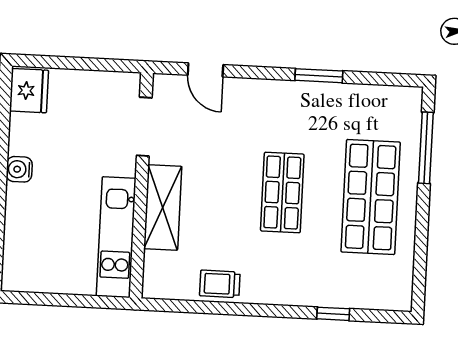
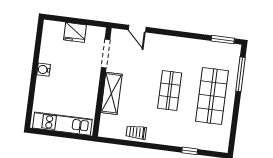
window: (319, 76) -> (223, 40), moved
fridge: (29, 91) -> (75, 32), moved, turned 90
kitchen unit: (116, 237) -> (62, 124), moved, turned 90

